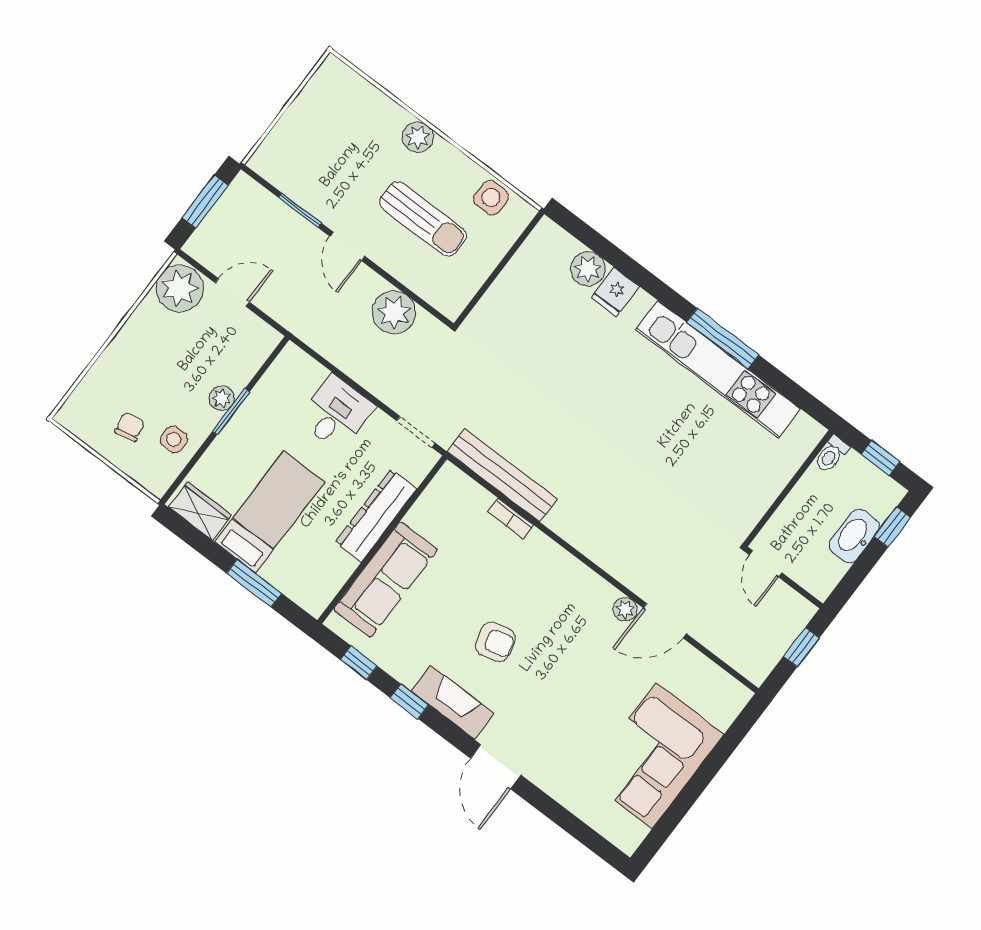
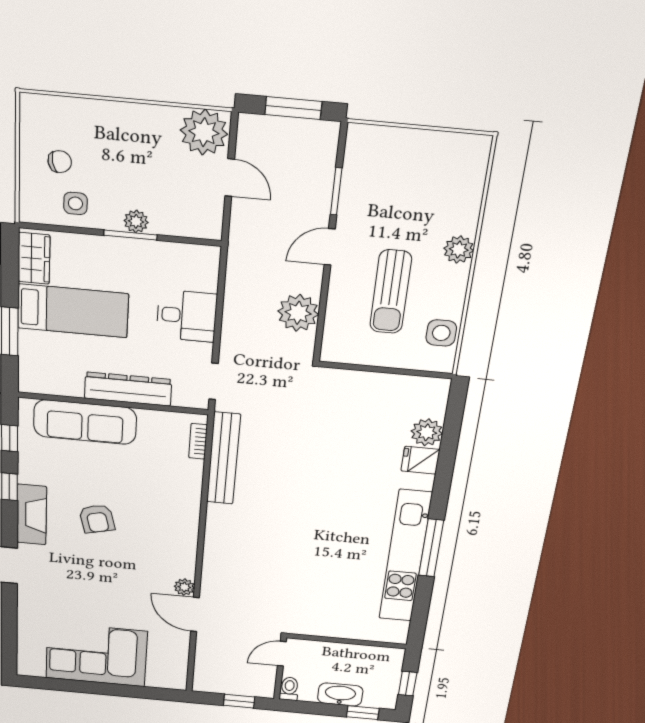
toilet: (832, 454) -> (289, 689), moved, turned 90
bookcase: (511, 519) -> (198, 441), moved

